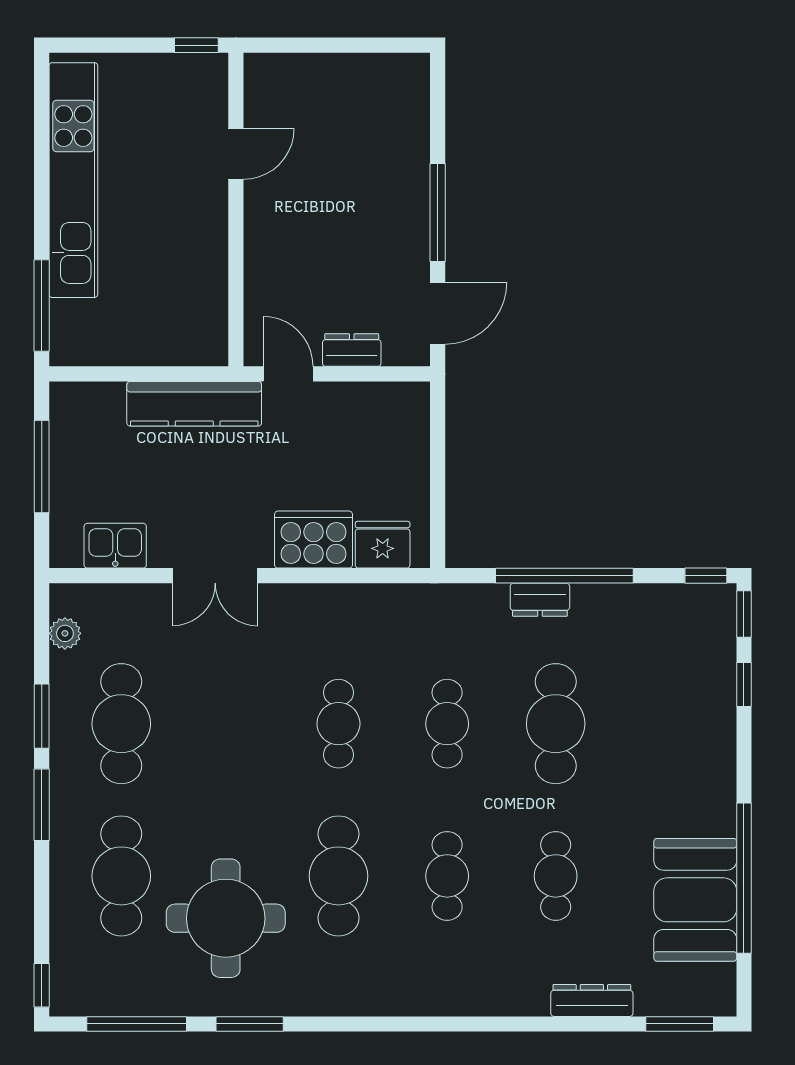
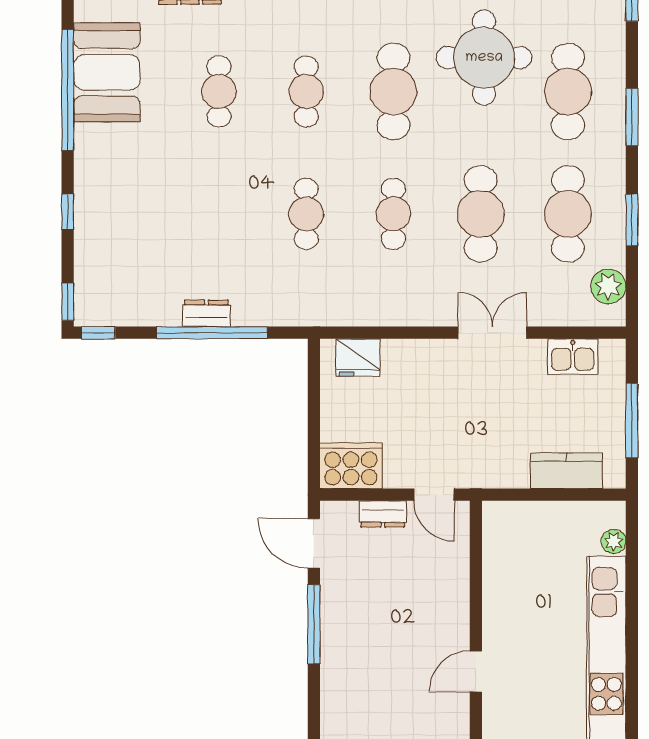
window: (42, 305) -> (632, 550), removed
door: (438, 313) -> (314, 543), hinge flipped
plant: (64, 316) -> (614, 541), added
kitchen counter: (194, 404) -> (566, 471), moved, width x0.67
cooker: (314, 540) -> (351, 466), moved, turned 180
dresser: (540, 600) -> (206, 313), moved
plant: (65, 633) -> (608, 286), width x1.38, depth x1.38
window: (744, 684) -> (68, 212), moved
cafe table: (556, 724) -> (481, 214), moved
window: (42, 805) -> (632, 117), moved

